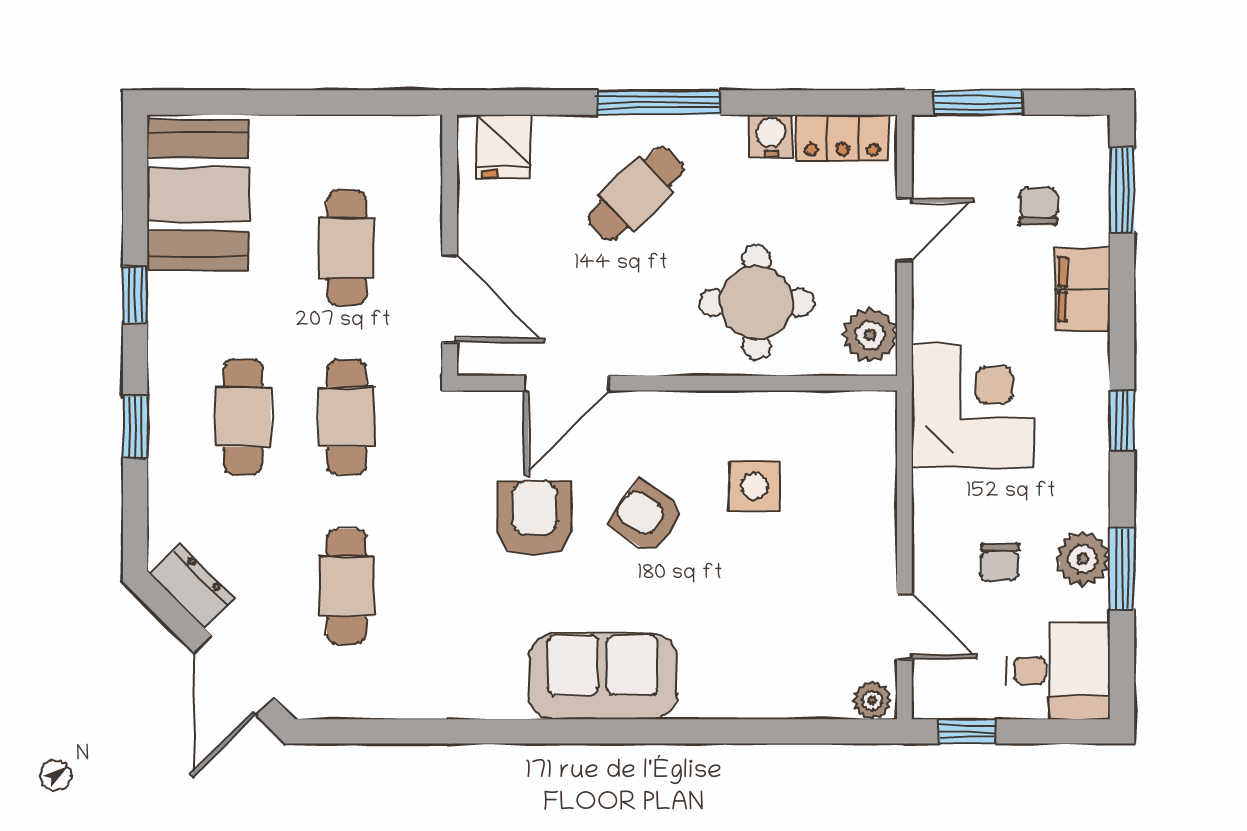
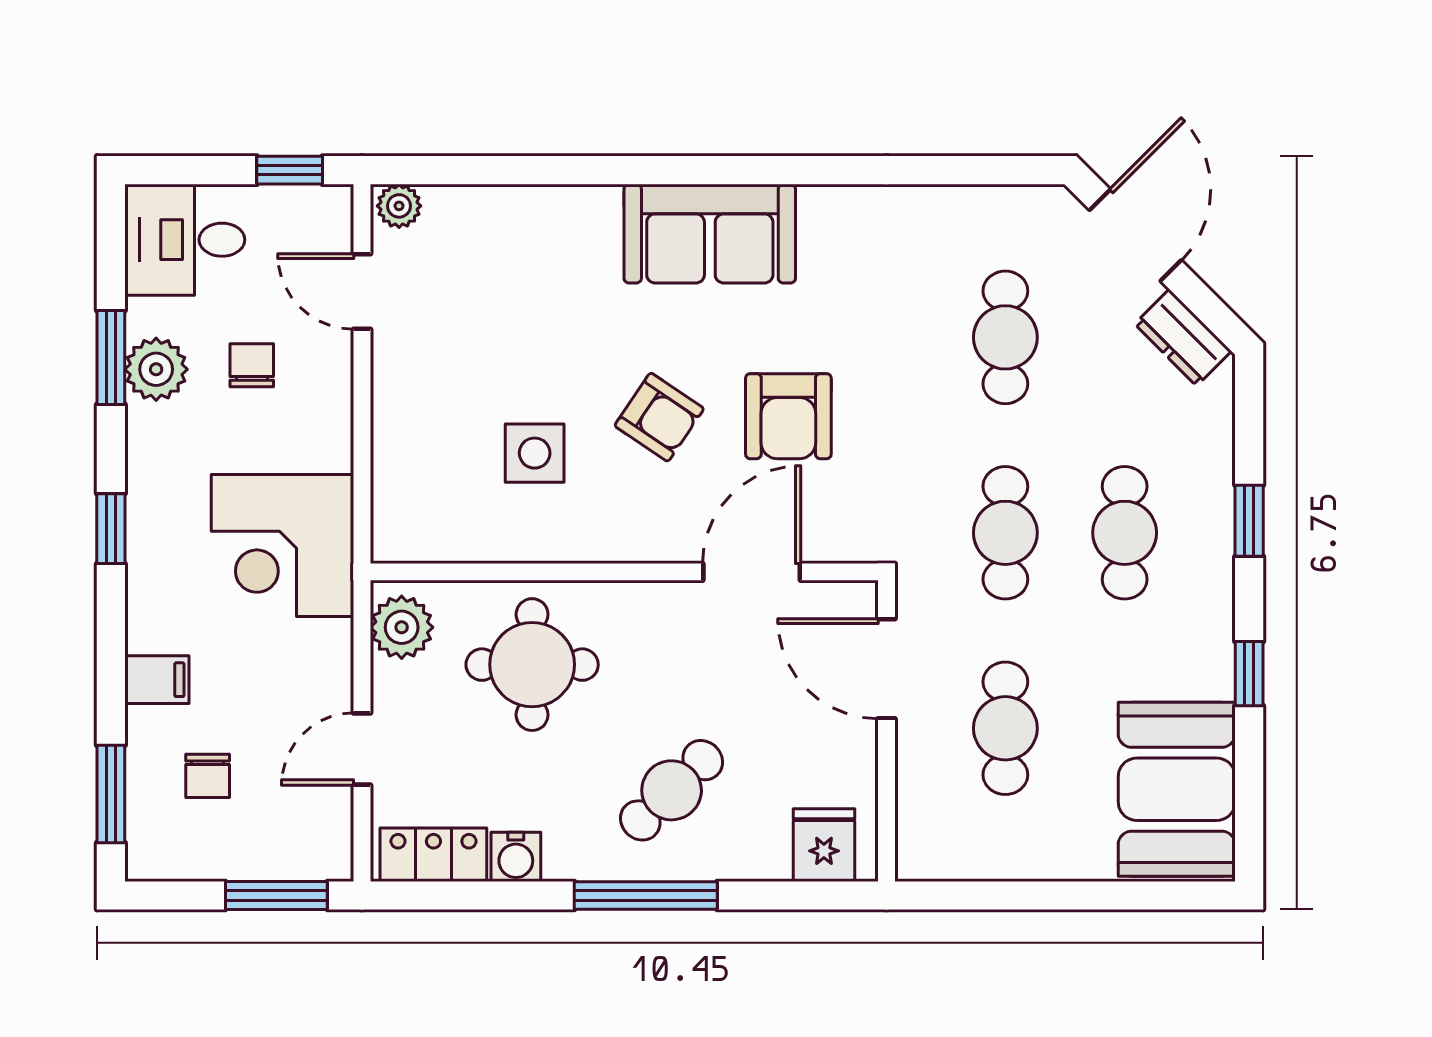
filing cabinet: (1082, 290) -> (157, 680), width x0.50

